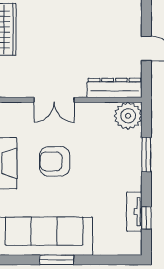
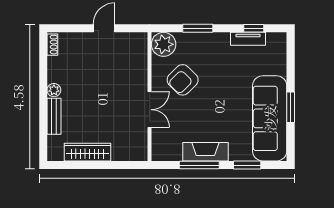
dresser: (115, 88) -> (139, 56), removed
armchair: (55, 161) -> (183, 80), moved, turned 45

